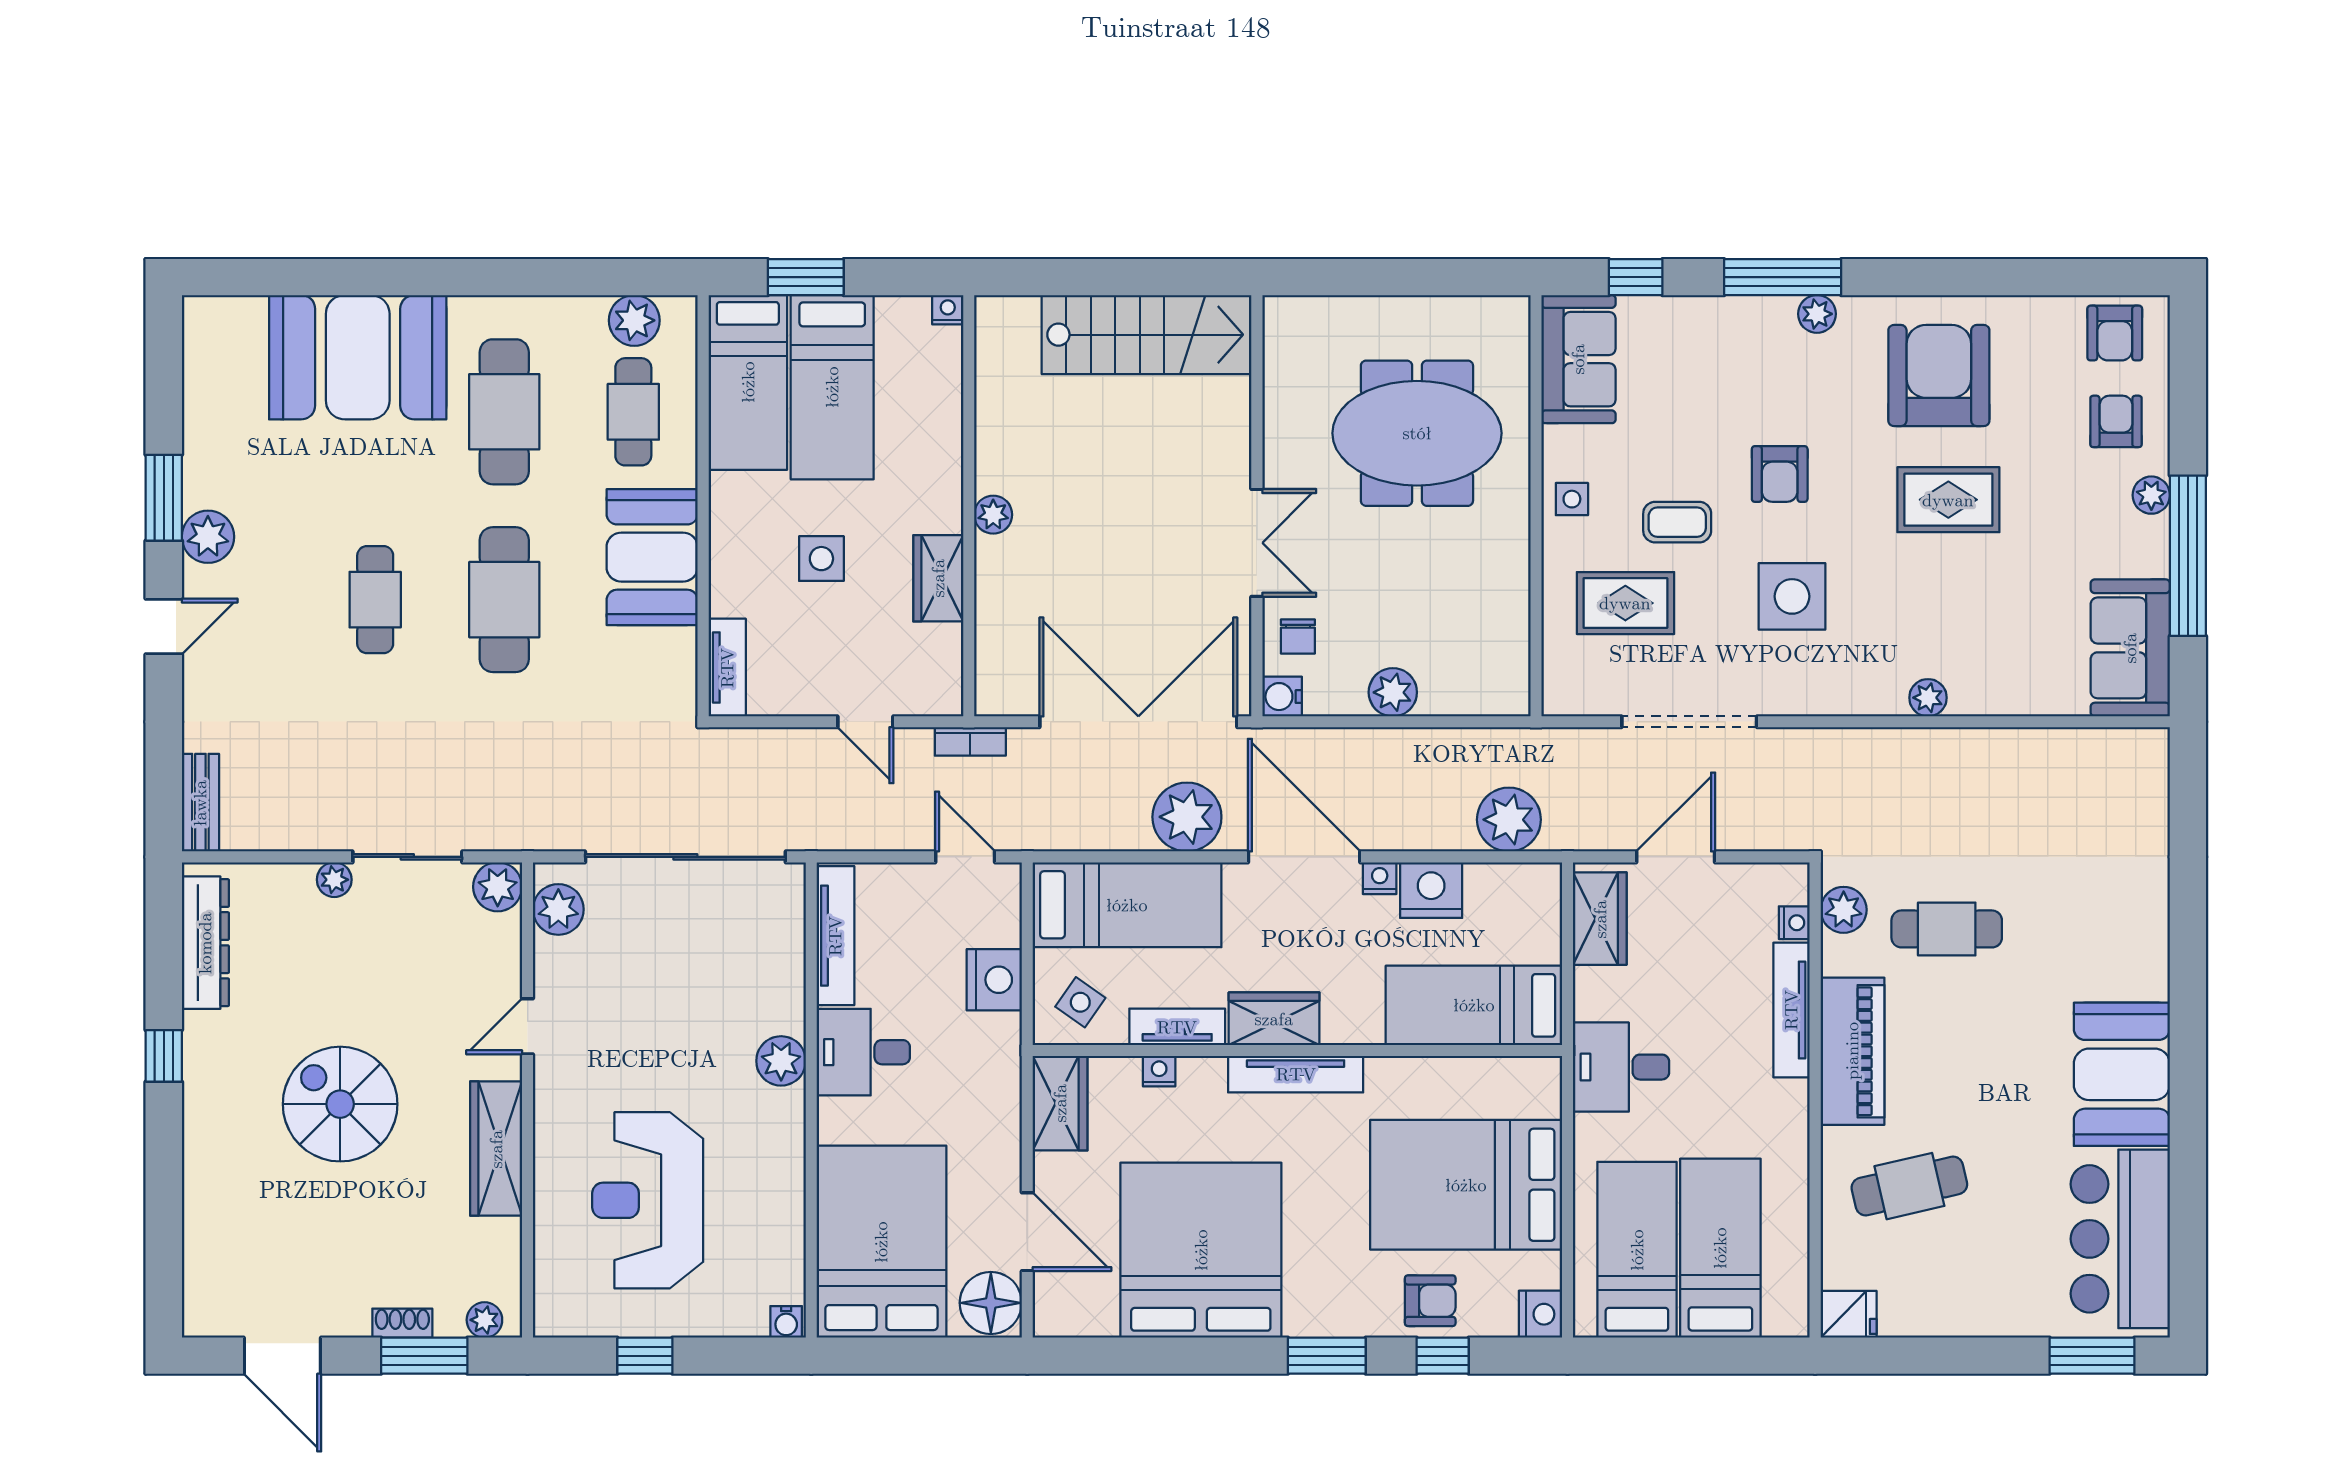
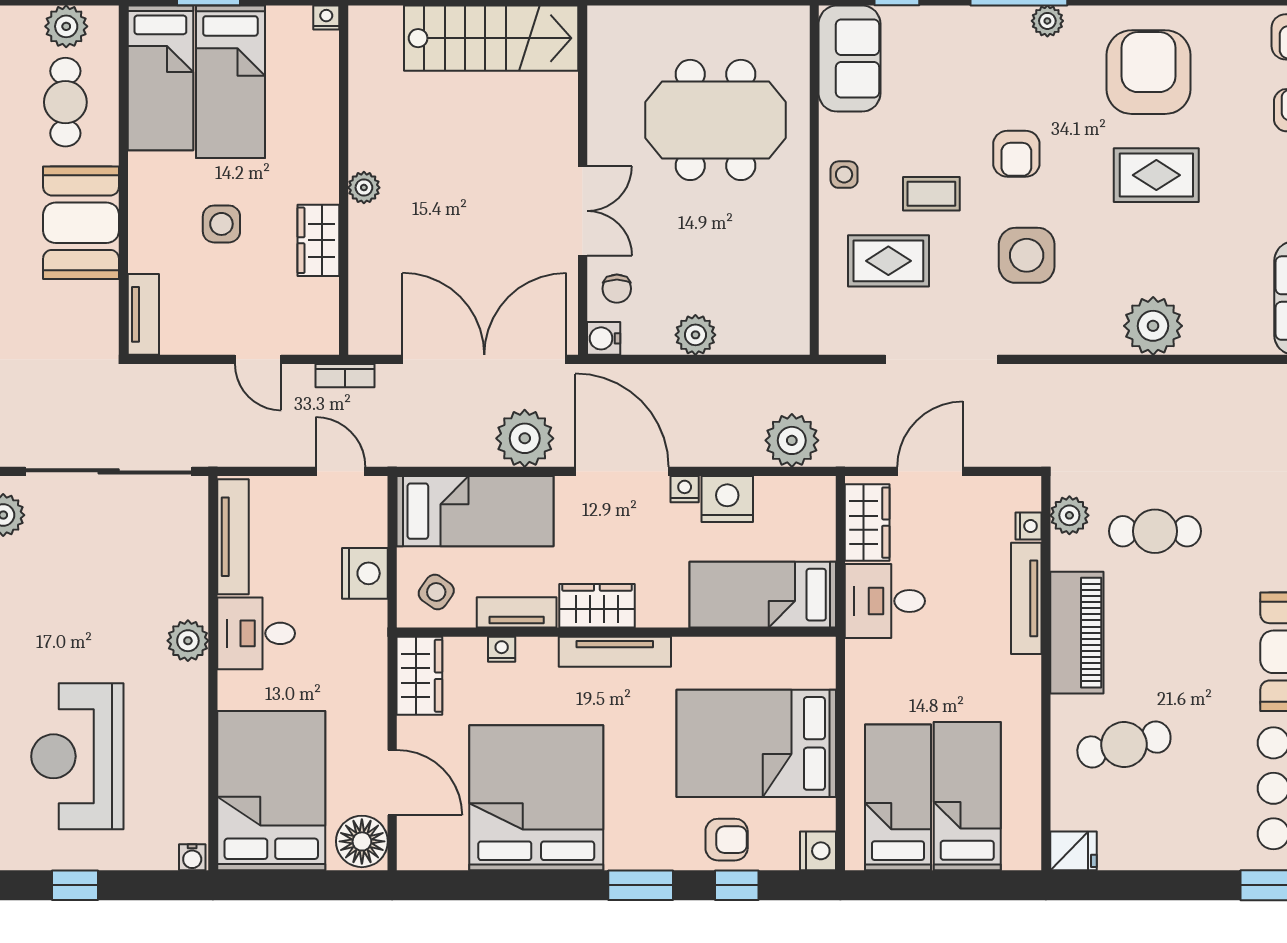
plant: (1928, 698) -> (1153, 326), width x1.87, depth x1.87
desk: (1621, 1067) -> (885, 601), moved

